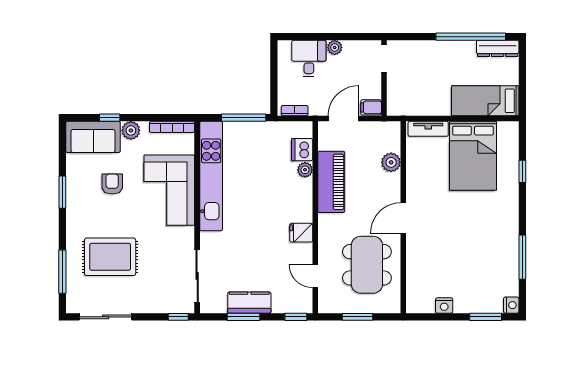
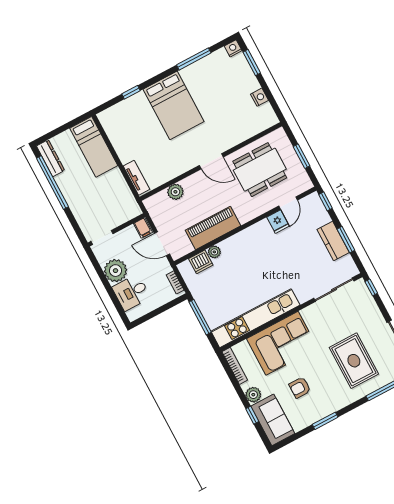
plant: (335, 47) -> (116, 271), width x1.88, depth x1.88
bed: (473, 156) -> (174, 105), moved, turned 90
fridge: (301, 233) -> (278, 222), moved

